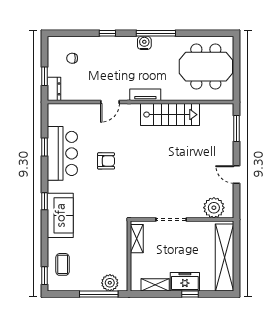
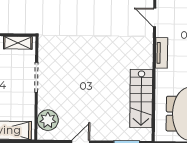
stairs: (170, 115) -> (141, 98), moved
armchair: (106, 161) -> (96, 13), removed

